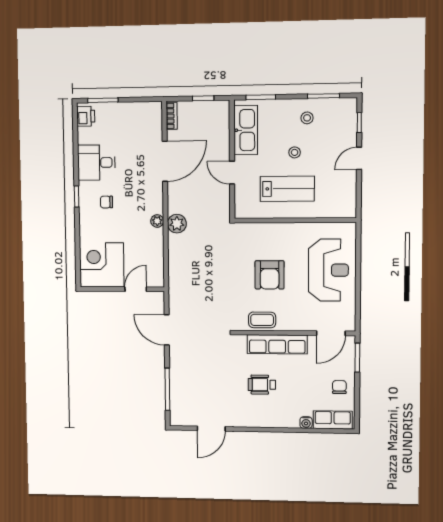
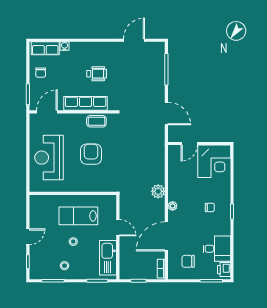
chair: (135, 127) -> (188, 261), added
desk: (96, 163) -> (217, 249), moved
plant: (157, 221) -> (173, 206), moved

